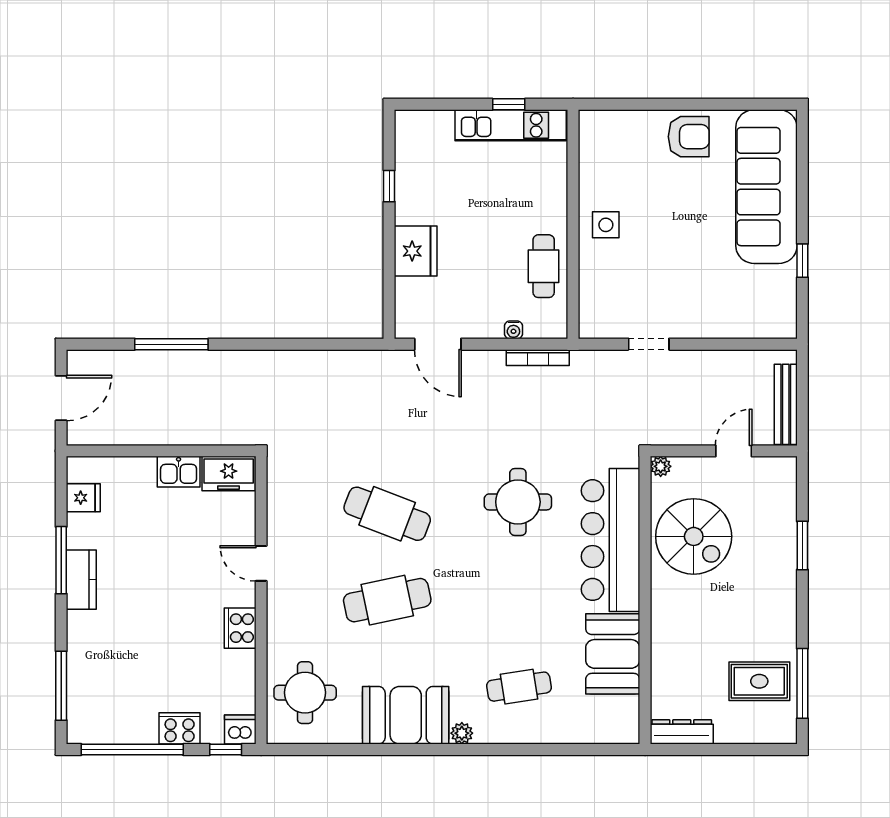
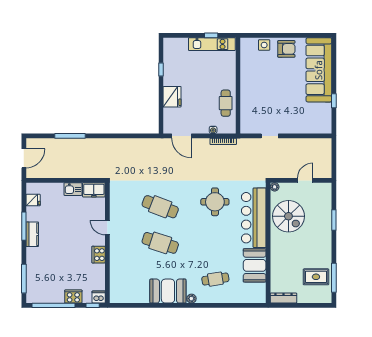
side table: (606, 225) -> (264, 45), moved
bench: (786, 404) -> (327, 161), removed
cafe table: (387, 600) -> (160, 243), turned 30
round table: (305, 693) -> (126, 282), removed

